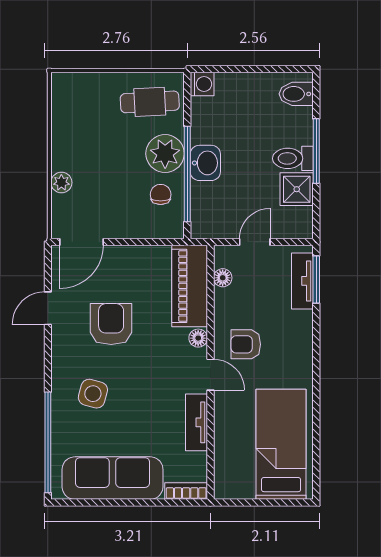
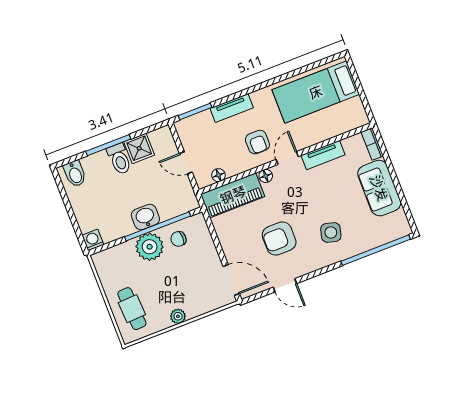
cafe table: (150, 102) -> (132, 309), moved
plant: (61, 183) -> (178, 316), moved
tv unit: (302, 281) -> (232, 108), moved
sofa: (113, 478) -> (379, 188), width x0.73

